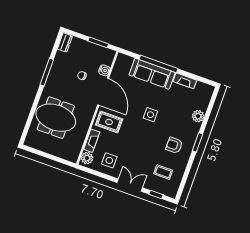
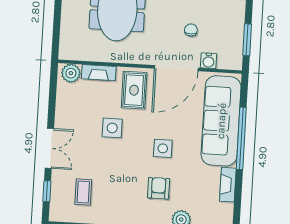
sofa: (152, 74) -> (221, 121), width x1.36, depth x1.27
armchair: (174, 145) -> (159, 188), moved
side table: (109, 160) -> (112, 128), moved

